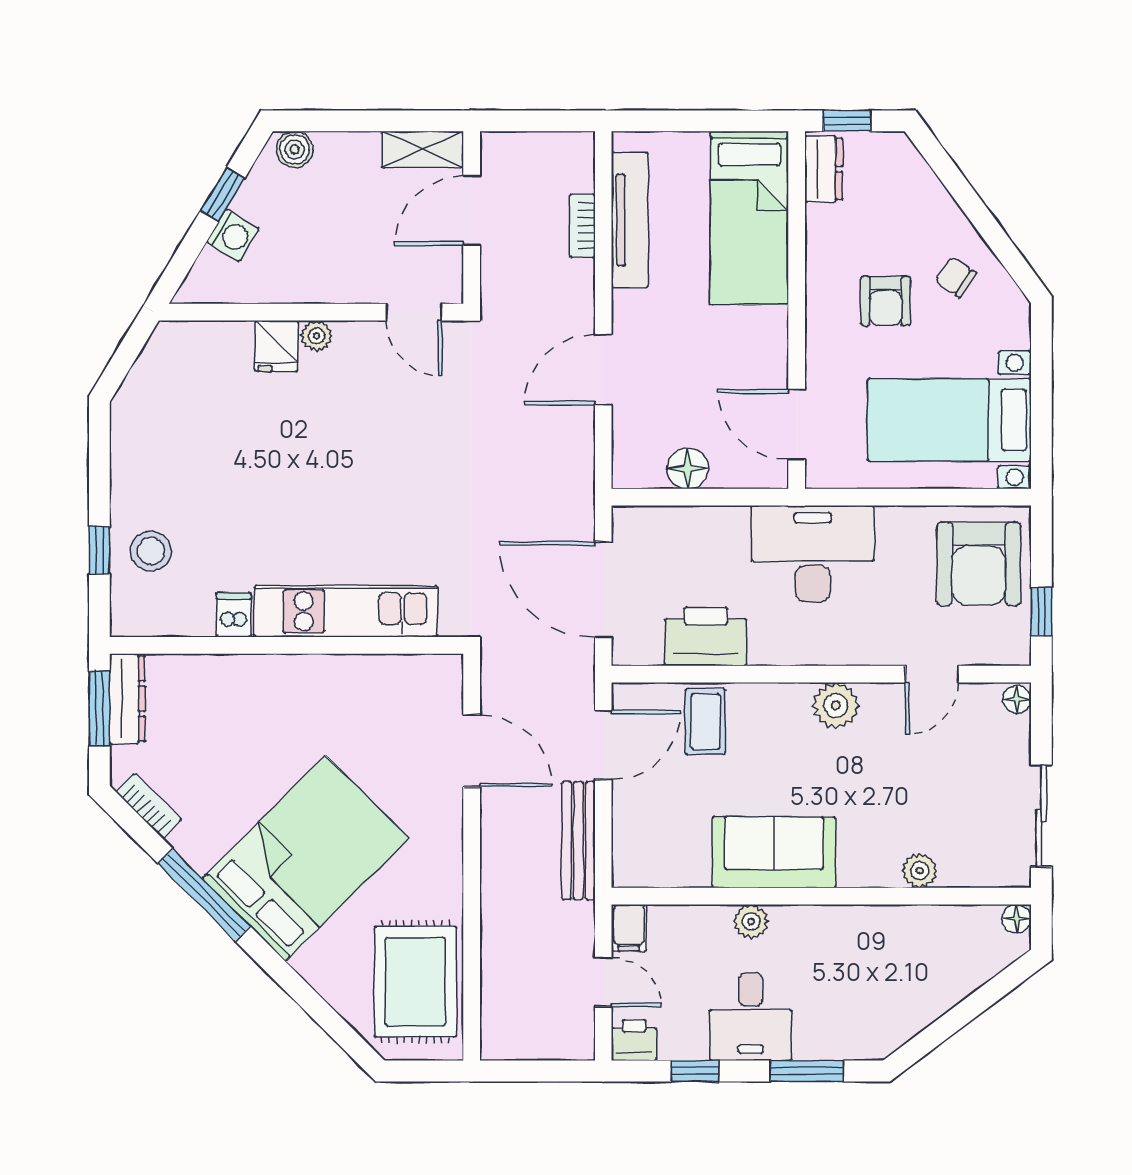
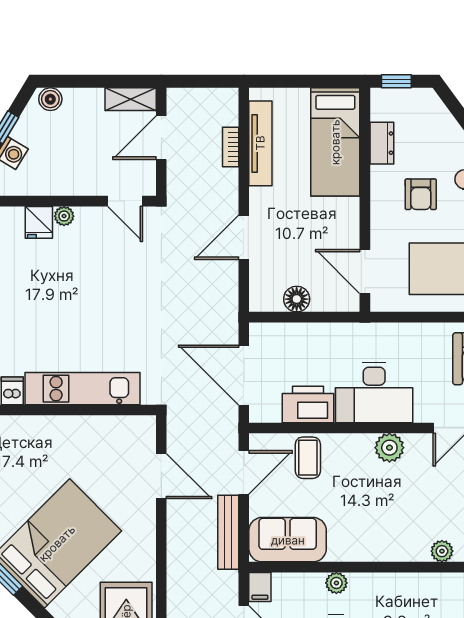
dresser: (824, 169) -> (382, 143), moved
desk: (813, 554) -> (374, 393), moved, turned 180
sofa: (774, 852) -> (288, 540), moved

